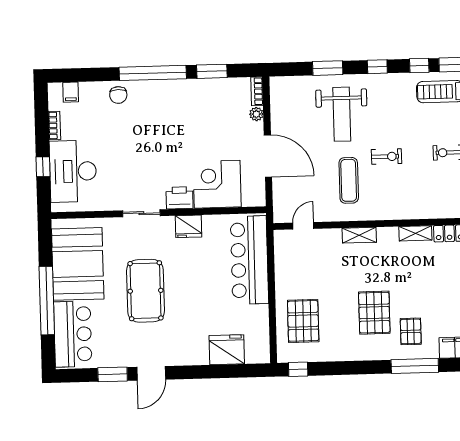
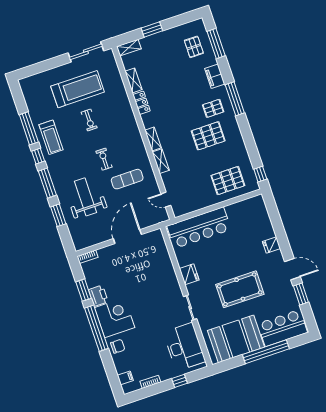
window: (377, 67) -> (47, 183), width x2.17
plant: (256, 114) -> (102, 253), removed
weight bench: (342, 114) -> (85, 197), turned -90
desk: (73, 171) -> (184, 347), moved, turned -90
corner desk: (217, 184) -> (115, 318), moved, turned 180
printer: (179, 198) -> (98, 296), moved, turned 180
shelving: (415, 233) -> (153, 139), moved
fridge: (227, 350) -> (271, 245), moved, width x0.53, depth x0.75

